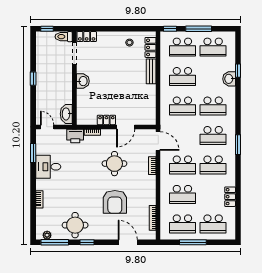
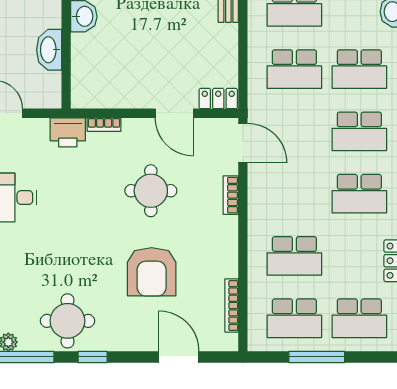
washbasin: (66, 114) -> (49, 50), moved
locker: (106, 120) -> (218, 98), moved
door: (126, 127) -> (174, 113), hinge flipped
school desk: (182, 165) -> (294, 194), removed

